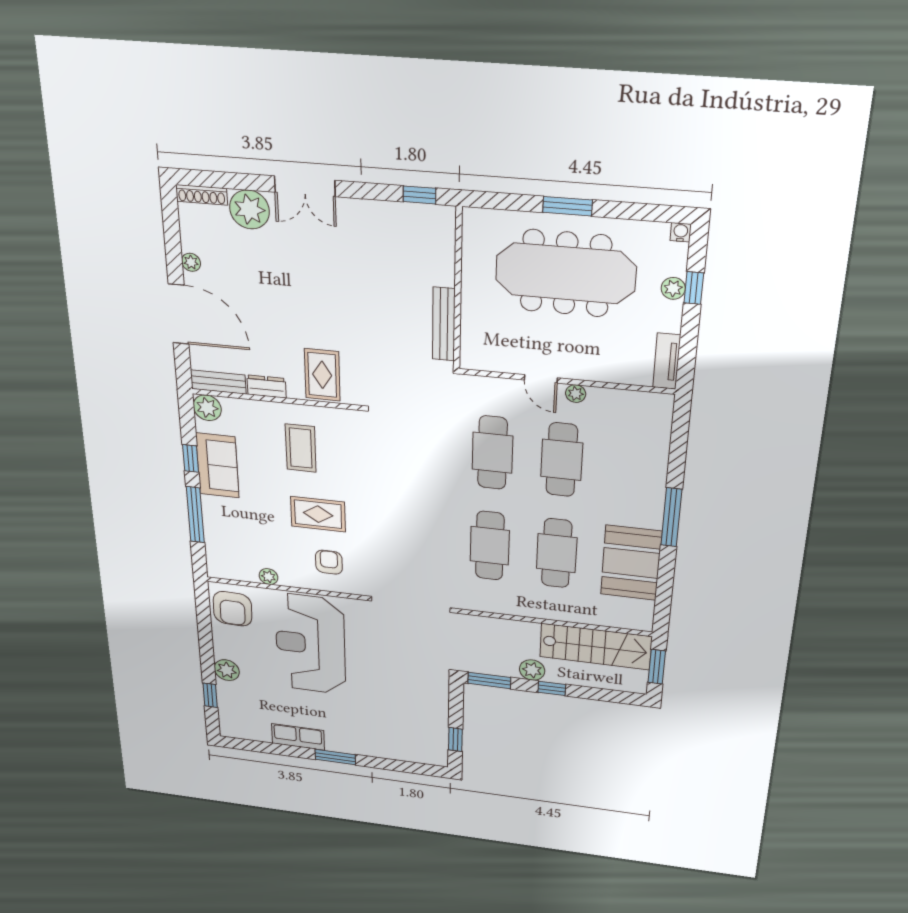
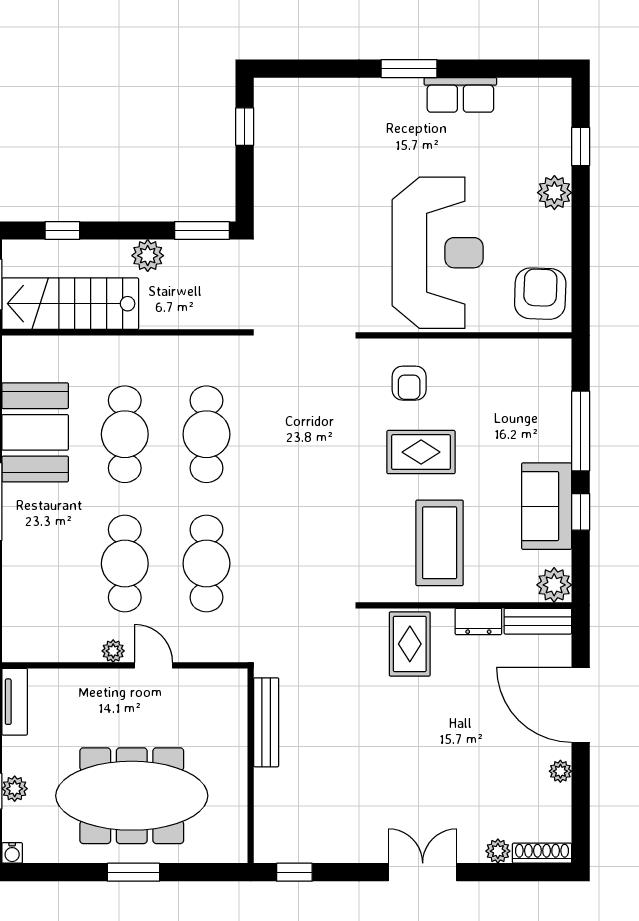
plant: (249, 209) -> (498, 851), width x0.53, depth x0.53
coffee table: (301, 448) -> (440, 543), width x1.36, depth x1.32
plant: (268, 577) -> (489, 351), removed
window: (552, 688) -> (62, 230), moved

